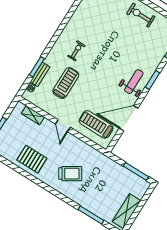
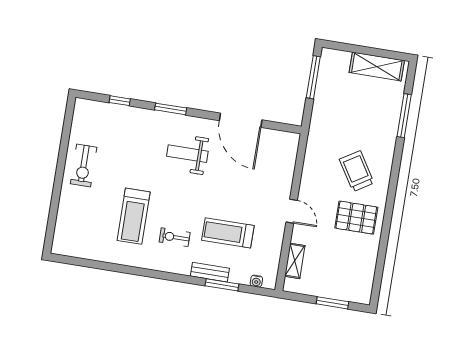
bench: (40, 74) -> (210, 272), moved
weight bench: (134, 82) -> (187, 154), moved
treadmill: (96, 124) -> (134, 216), moved
door: (63, 126) -> (292, 211), hinge flipped
pallet: (32, 159) -> (356, 218), moved, turned 90

